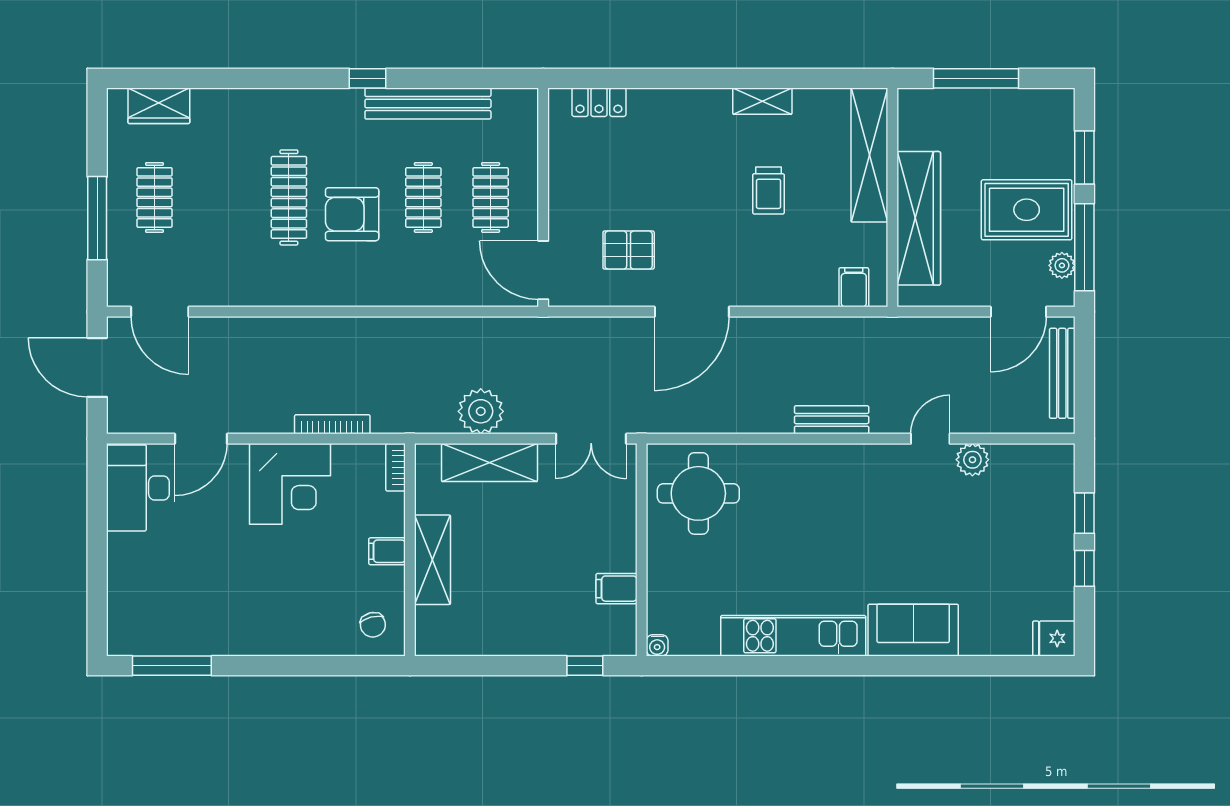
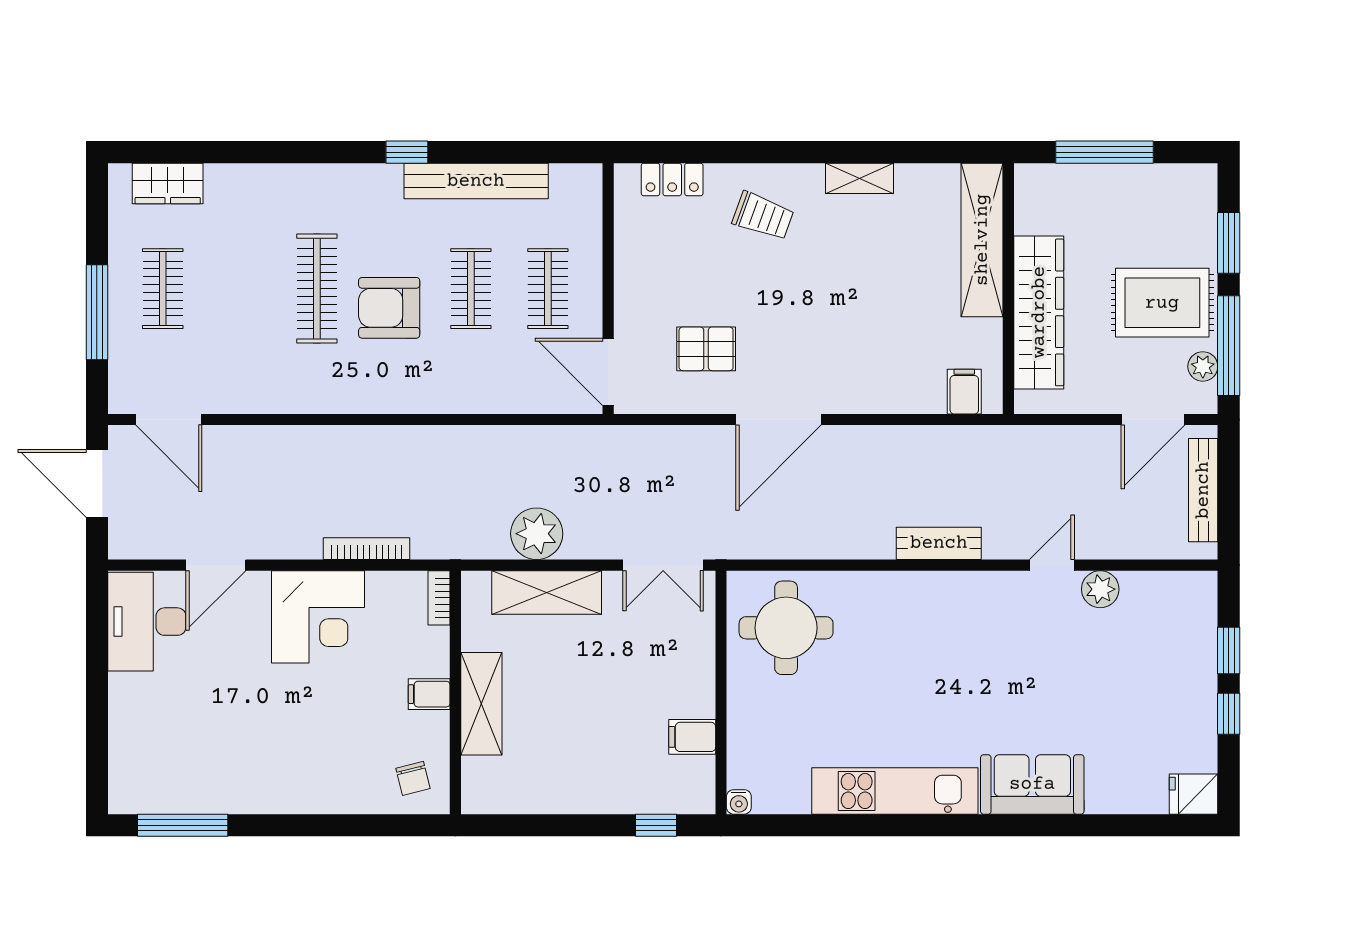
trolley: (769, 191) -> (763, 216), moved, turned -70

